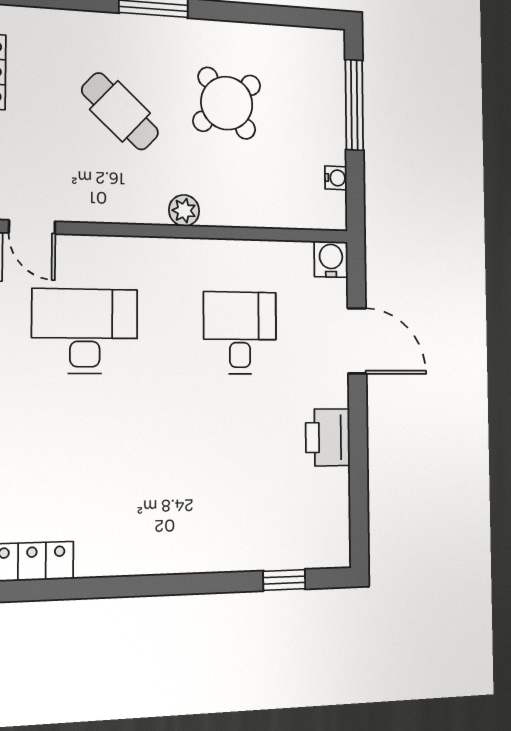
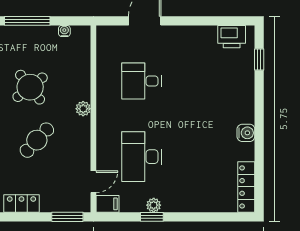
water cooler: (331, 259) -> (246, 133), moved, turned 180
printer: (328, 437) -> (232, 37), moved

